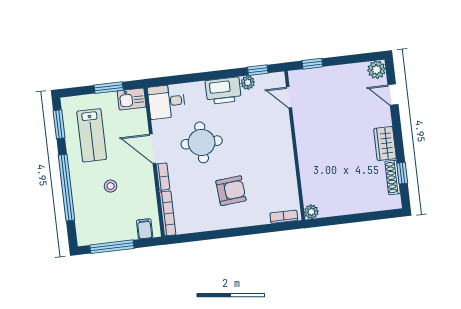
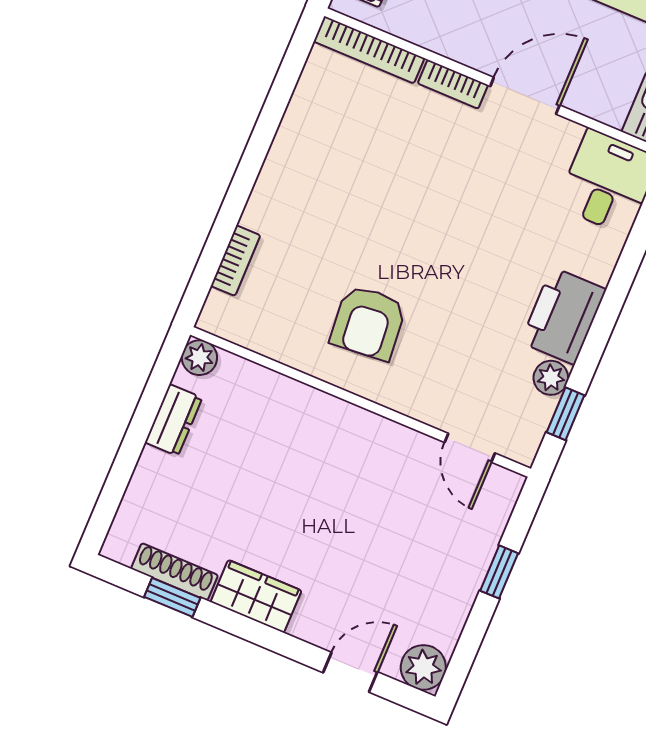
window: (312, 64) -> (499, 572), moved
door: (289, 97) -> (470, 448), swing flipped
round table: (202, 142) -> (479, 207), removed
armchair: (231, 191) -> (368, 323), moved
dresser: (339, 208) -> (174, 420), added
bookcase: (284, 217) -> (236, 261), moved

